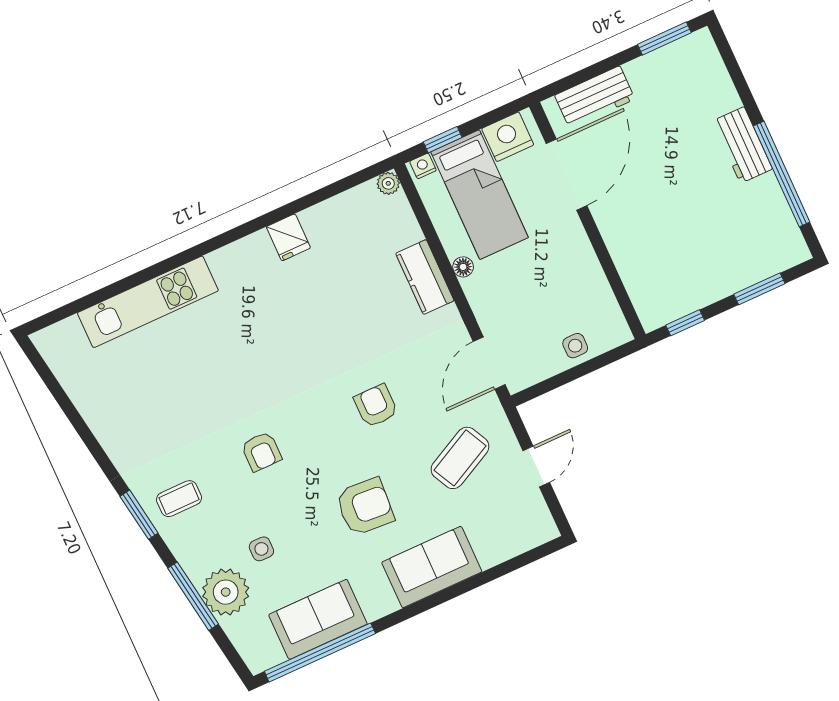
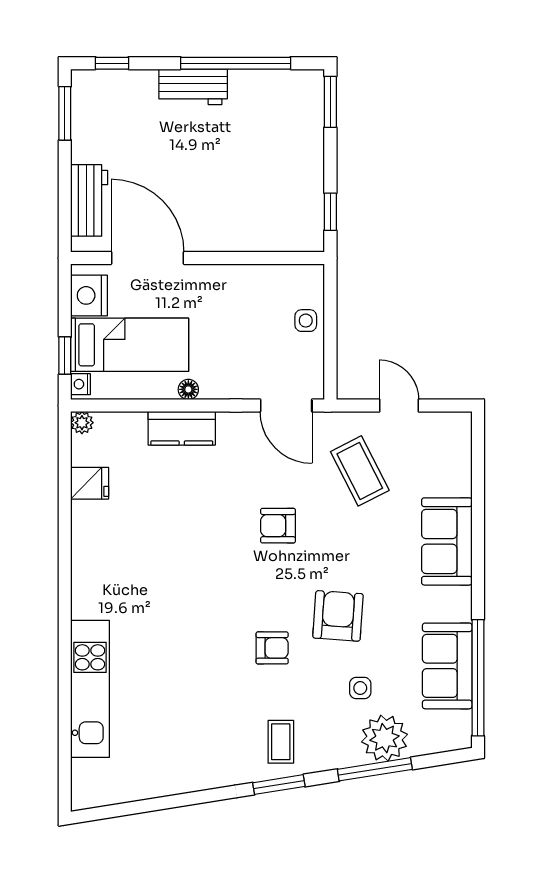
window: (730, 61) -> (112, 63), added
fridge: (288, 237) -> (90, 483), moved
window: (759, 289) -> (330, 102), moved
armchair: (365, 507) -> (338, 616), moved

